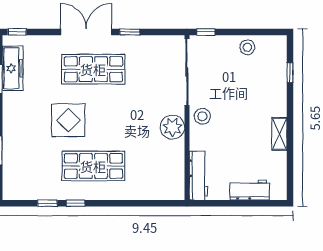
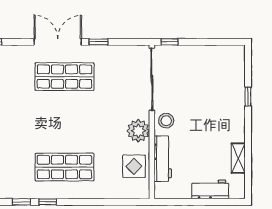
stool: (247, 47) -> (208, 56), removed
window: (290, 73) -> (248, 96), moved
display table: (68, 120) -> (134, 166), moved, width x0.73, depth x0.73
shelving: (279, 134) -> (238, 158), moved
workbench: (199, 176) -> (163, 159), moved

